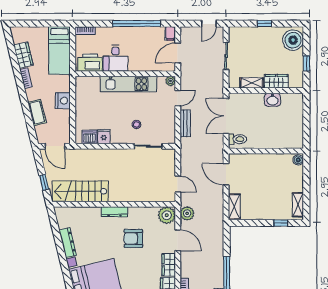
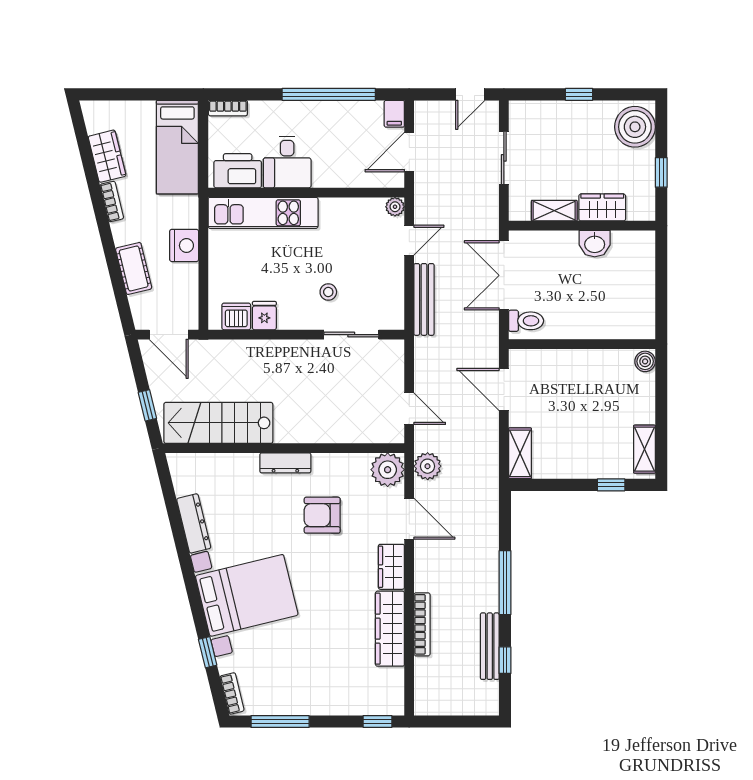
kitchen unit: (128, 84) -> (263, 213), moved
bench: (185, 123) -> (424, 299), width x1.36

